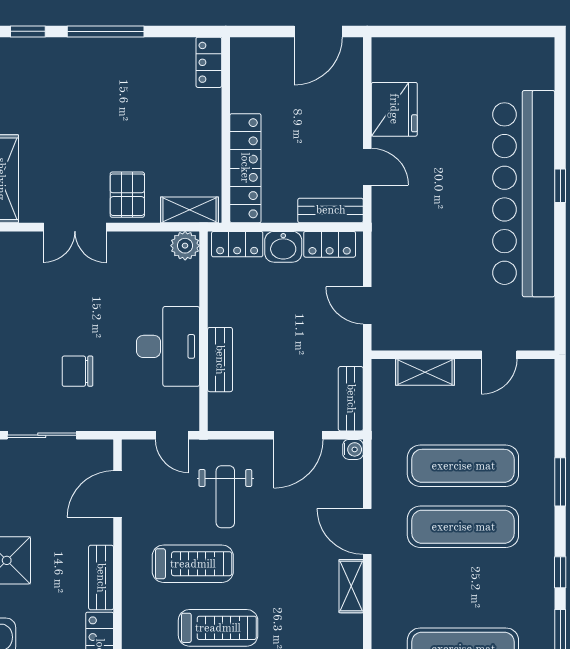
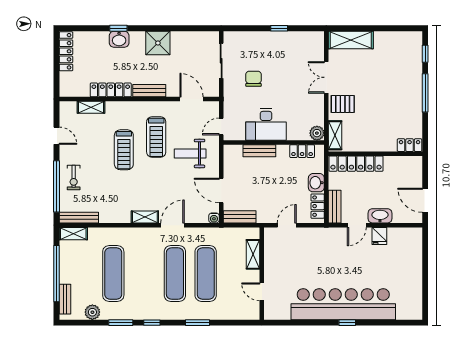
fridge: (394, 109) -> (379, 236), width x0.53, depth x0.75
washbasin: (349, 121) -> (380, 216), added
locker: (237, 244) -> (302, 151), moved, turned -90

